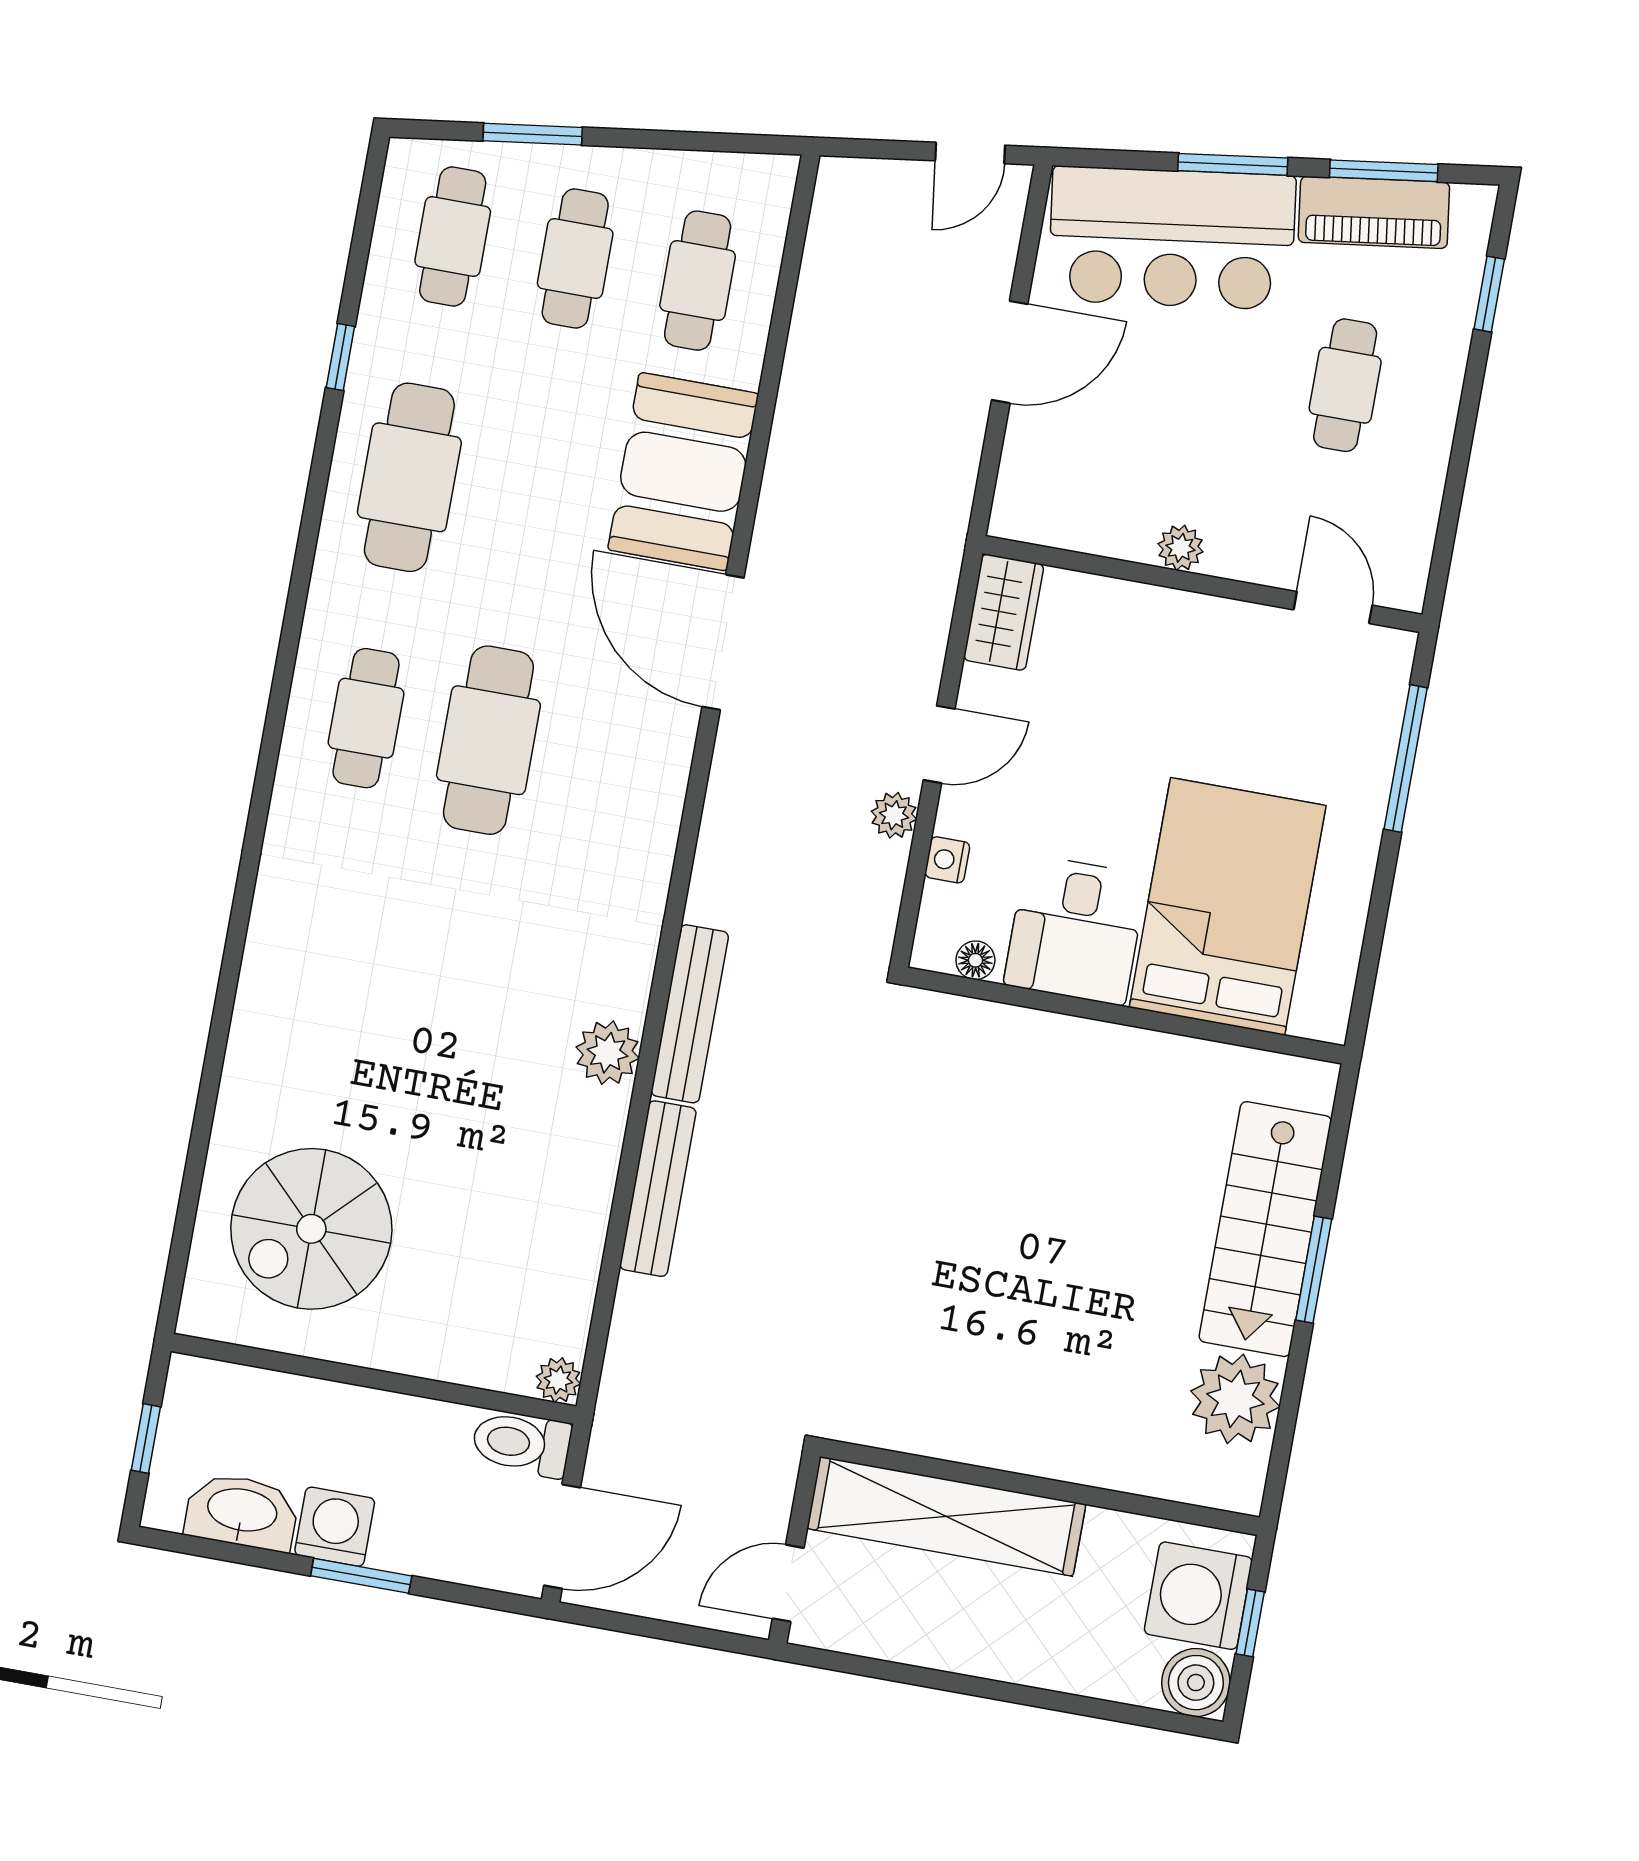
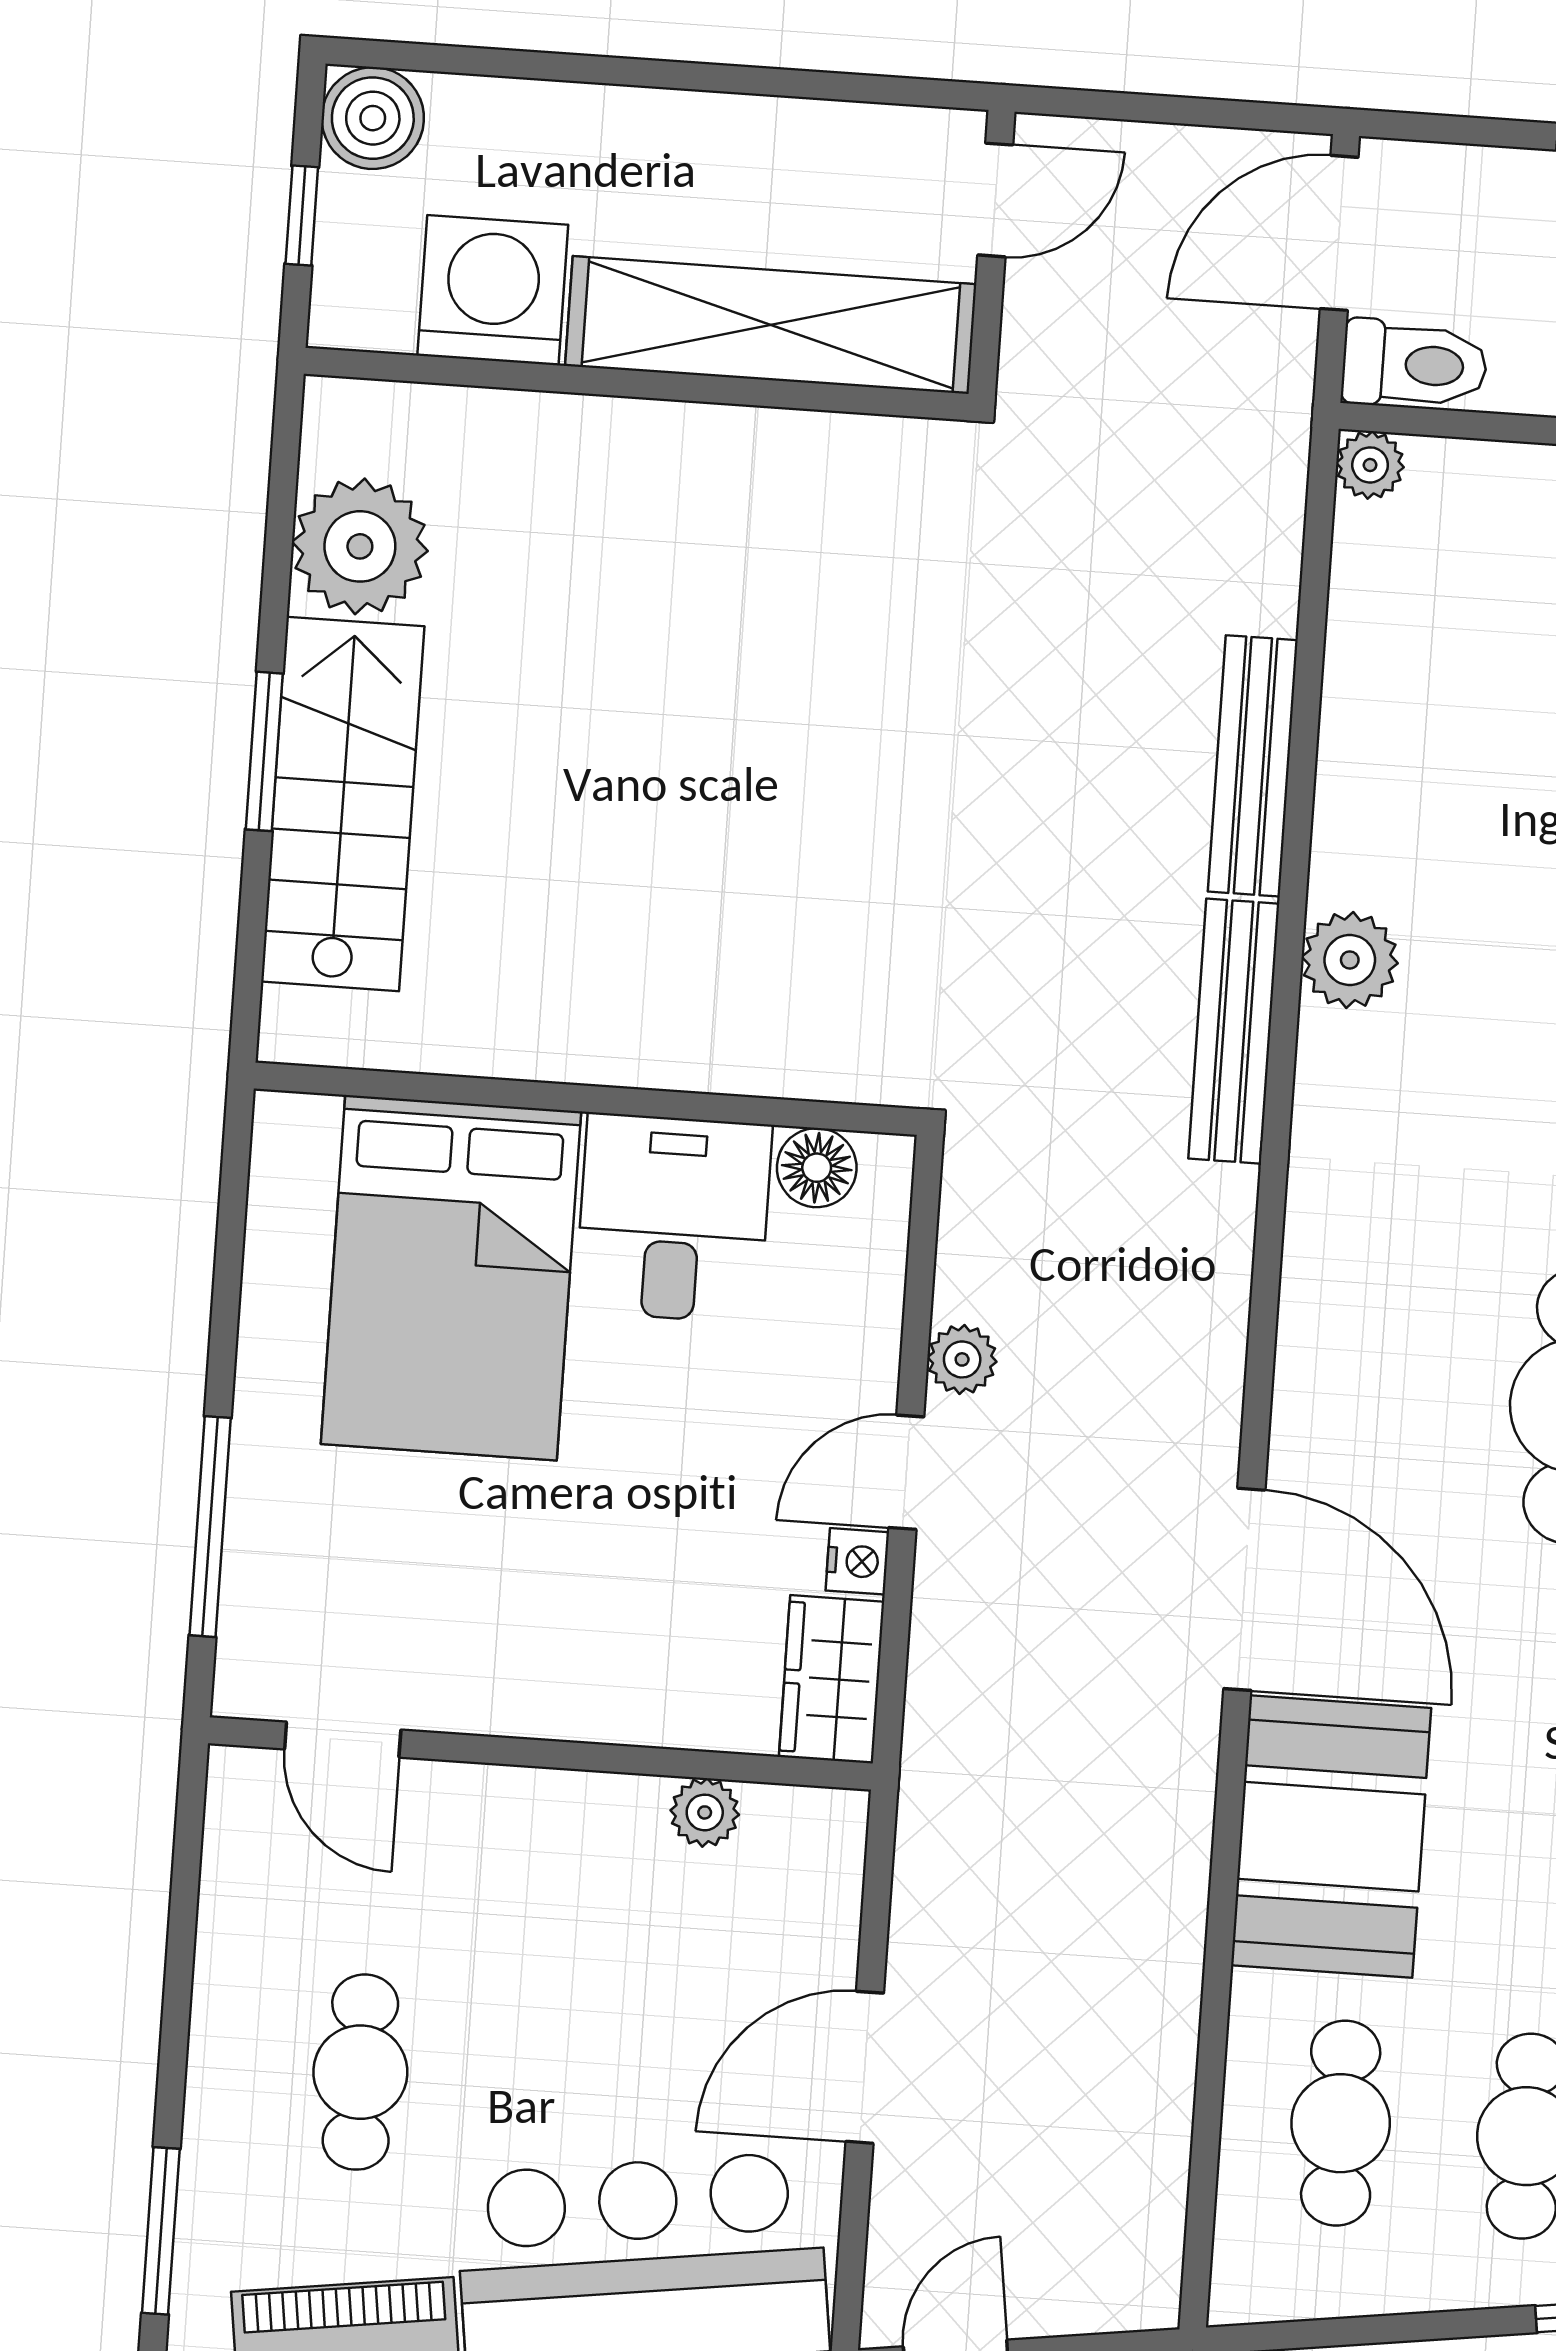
window: (1489, 294) -> (161, 2231), width x1.50
plant: (1180, 548) -> (705, 1812), moved
nightstand: (947, 860) -> (857, 1561), moved
floor lamp: (975, 960) -> (817, 1168), width x1.37, depth x1.37
washing machine: (1198, 1596) -> (493, 290), moved, turned -90

